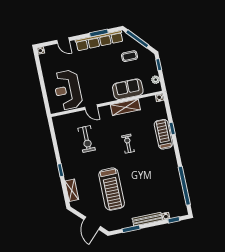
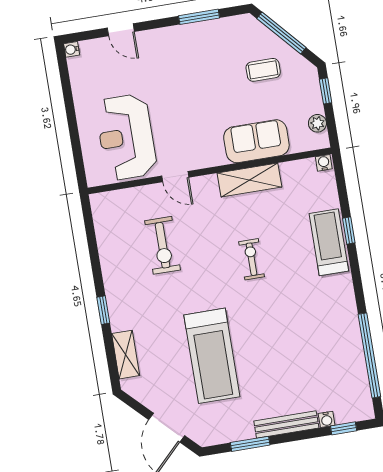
row of seats: (99, 41) -> (199, 33), removed

